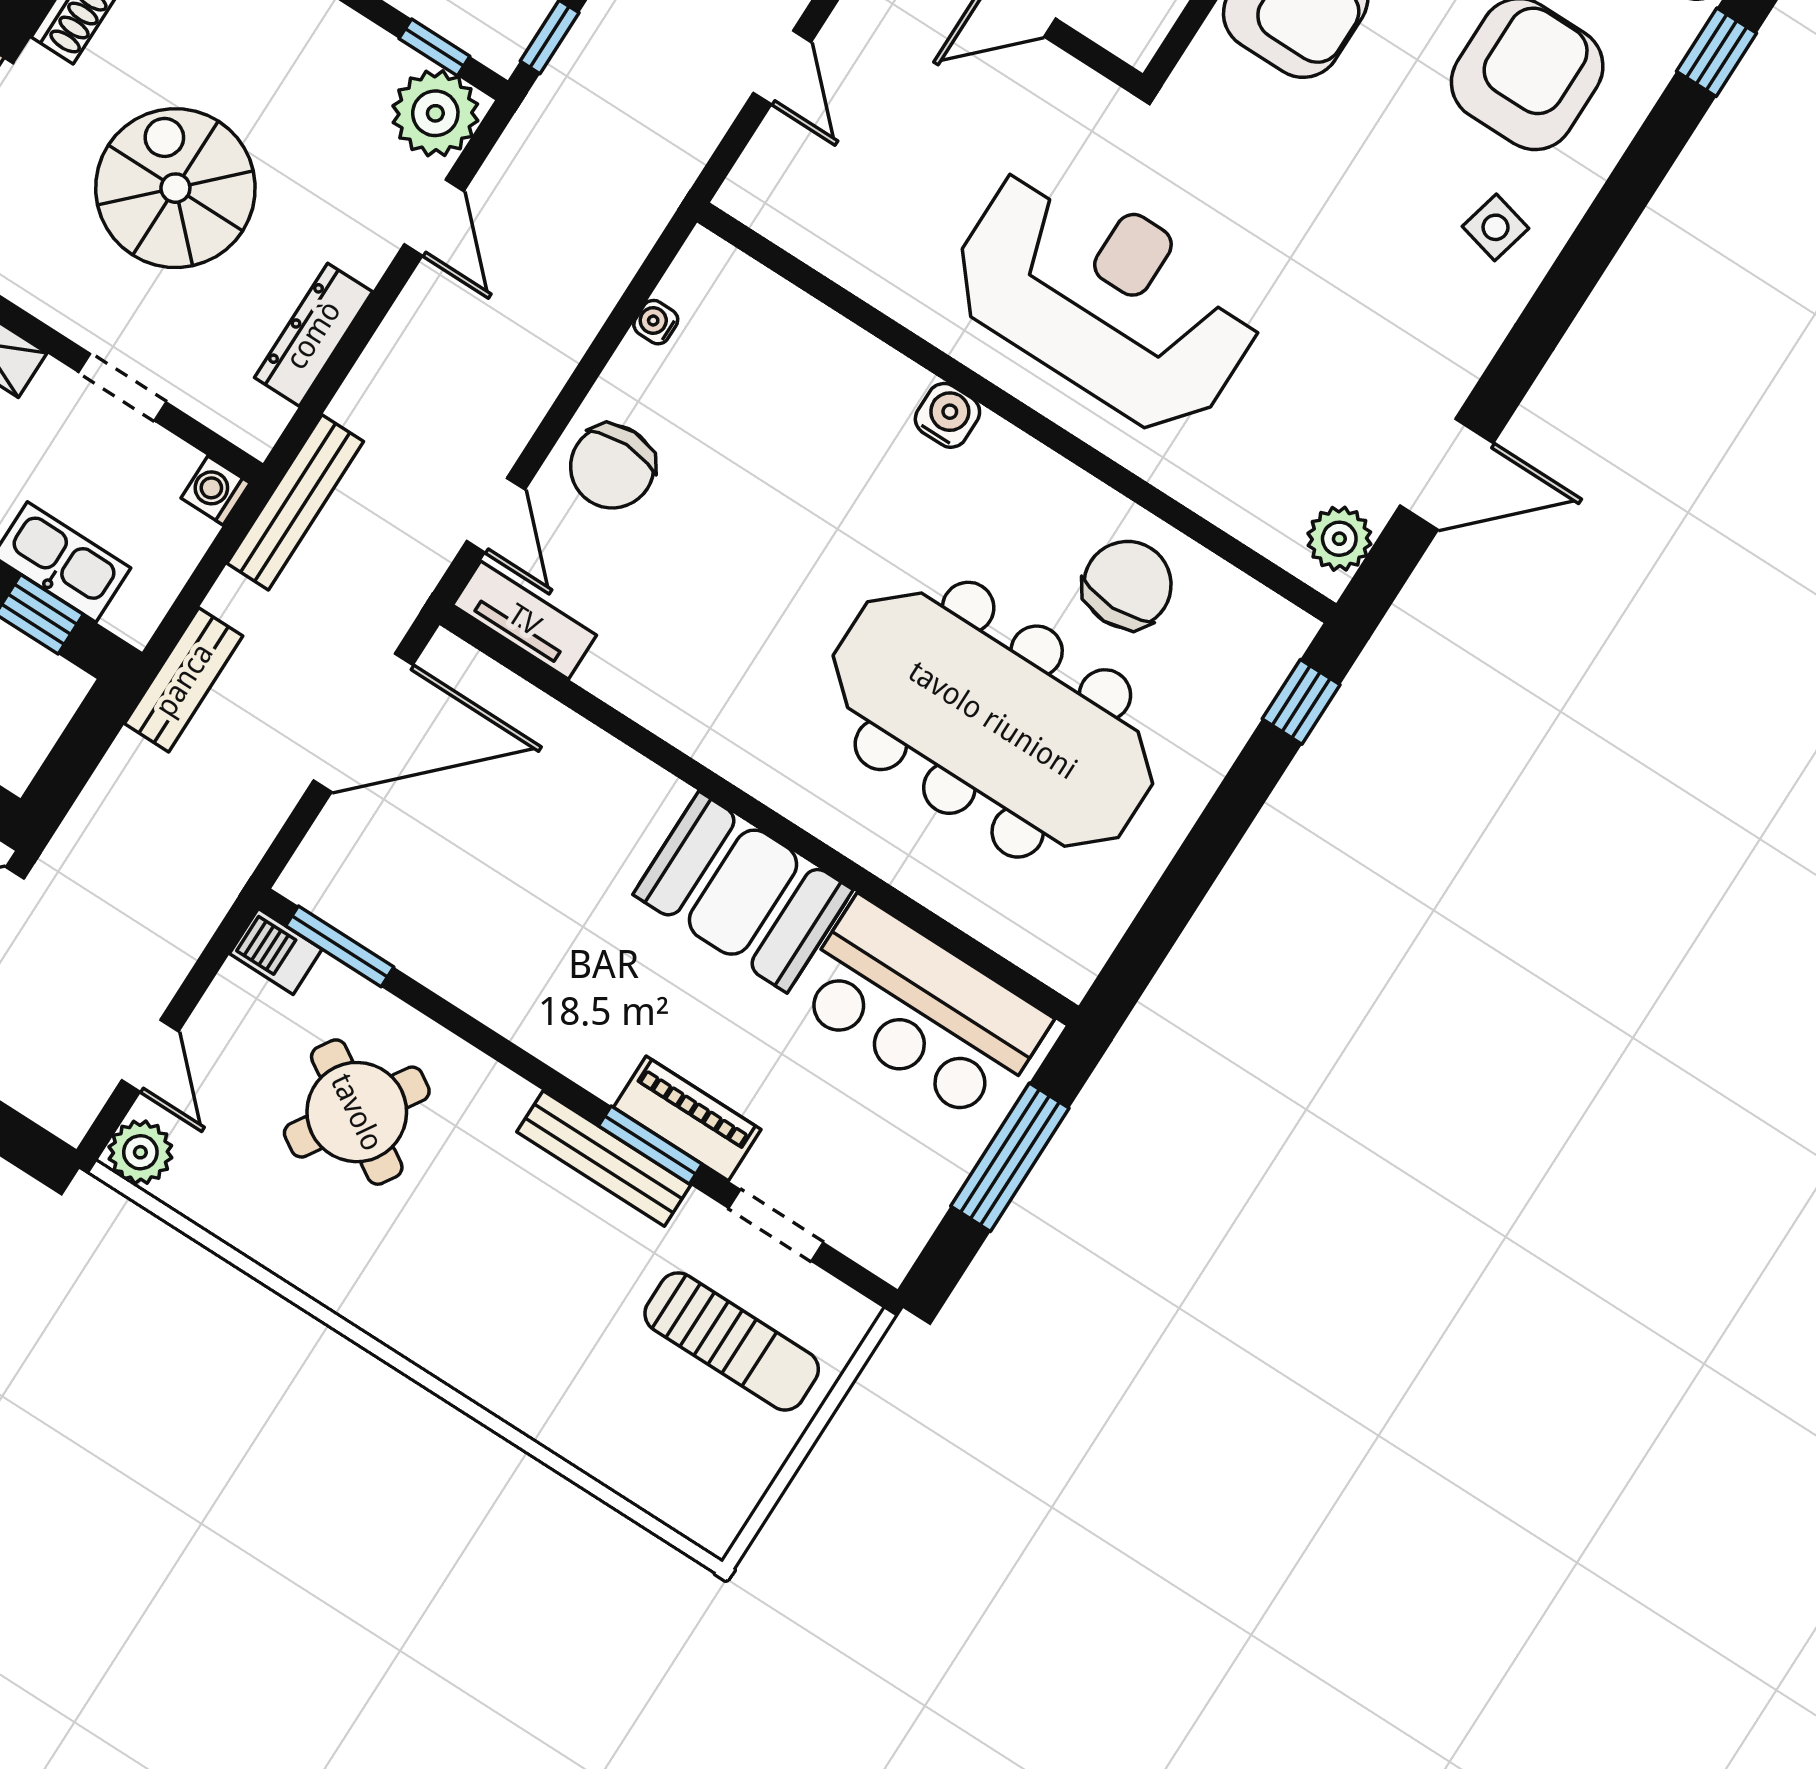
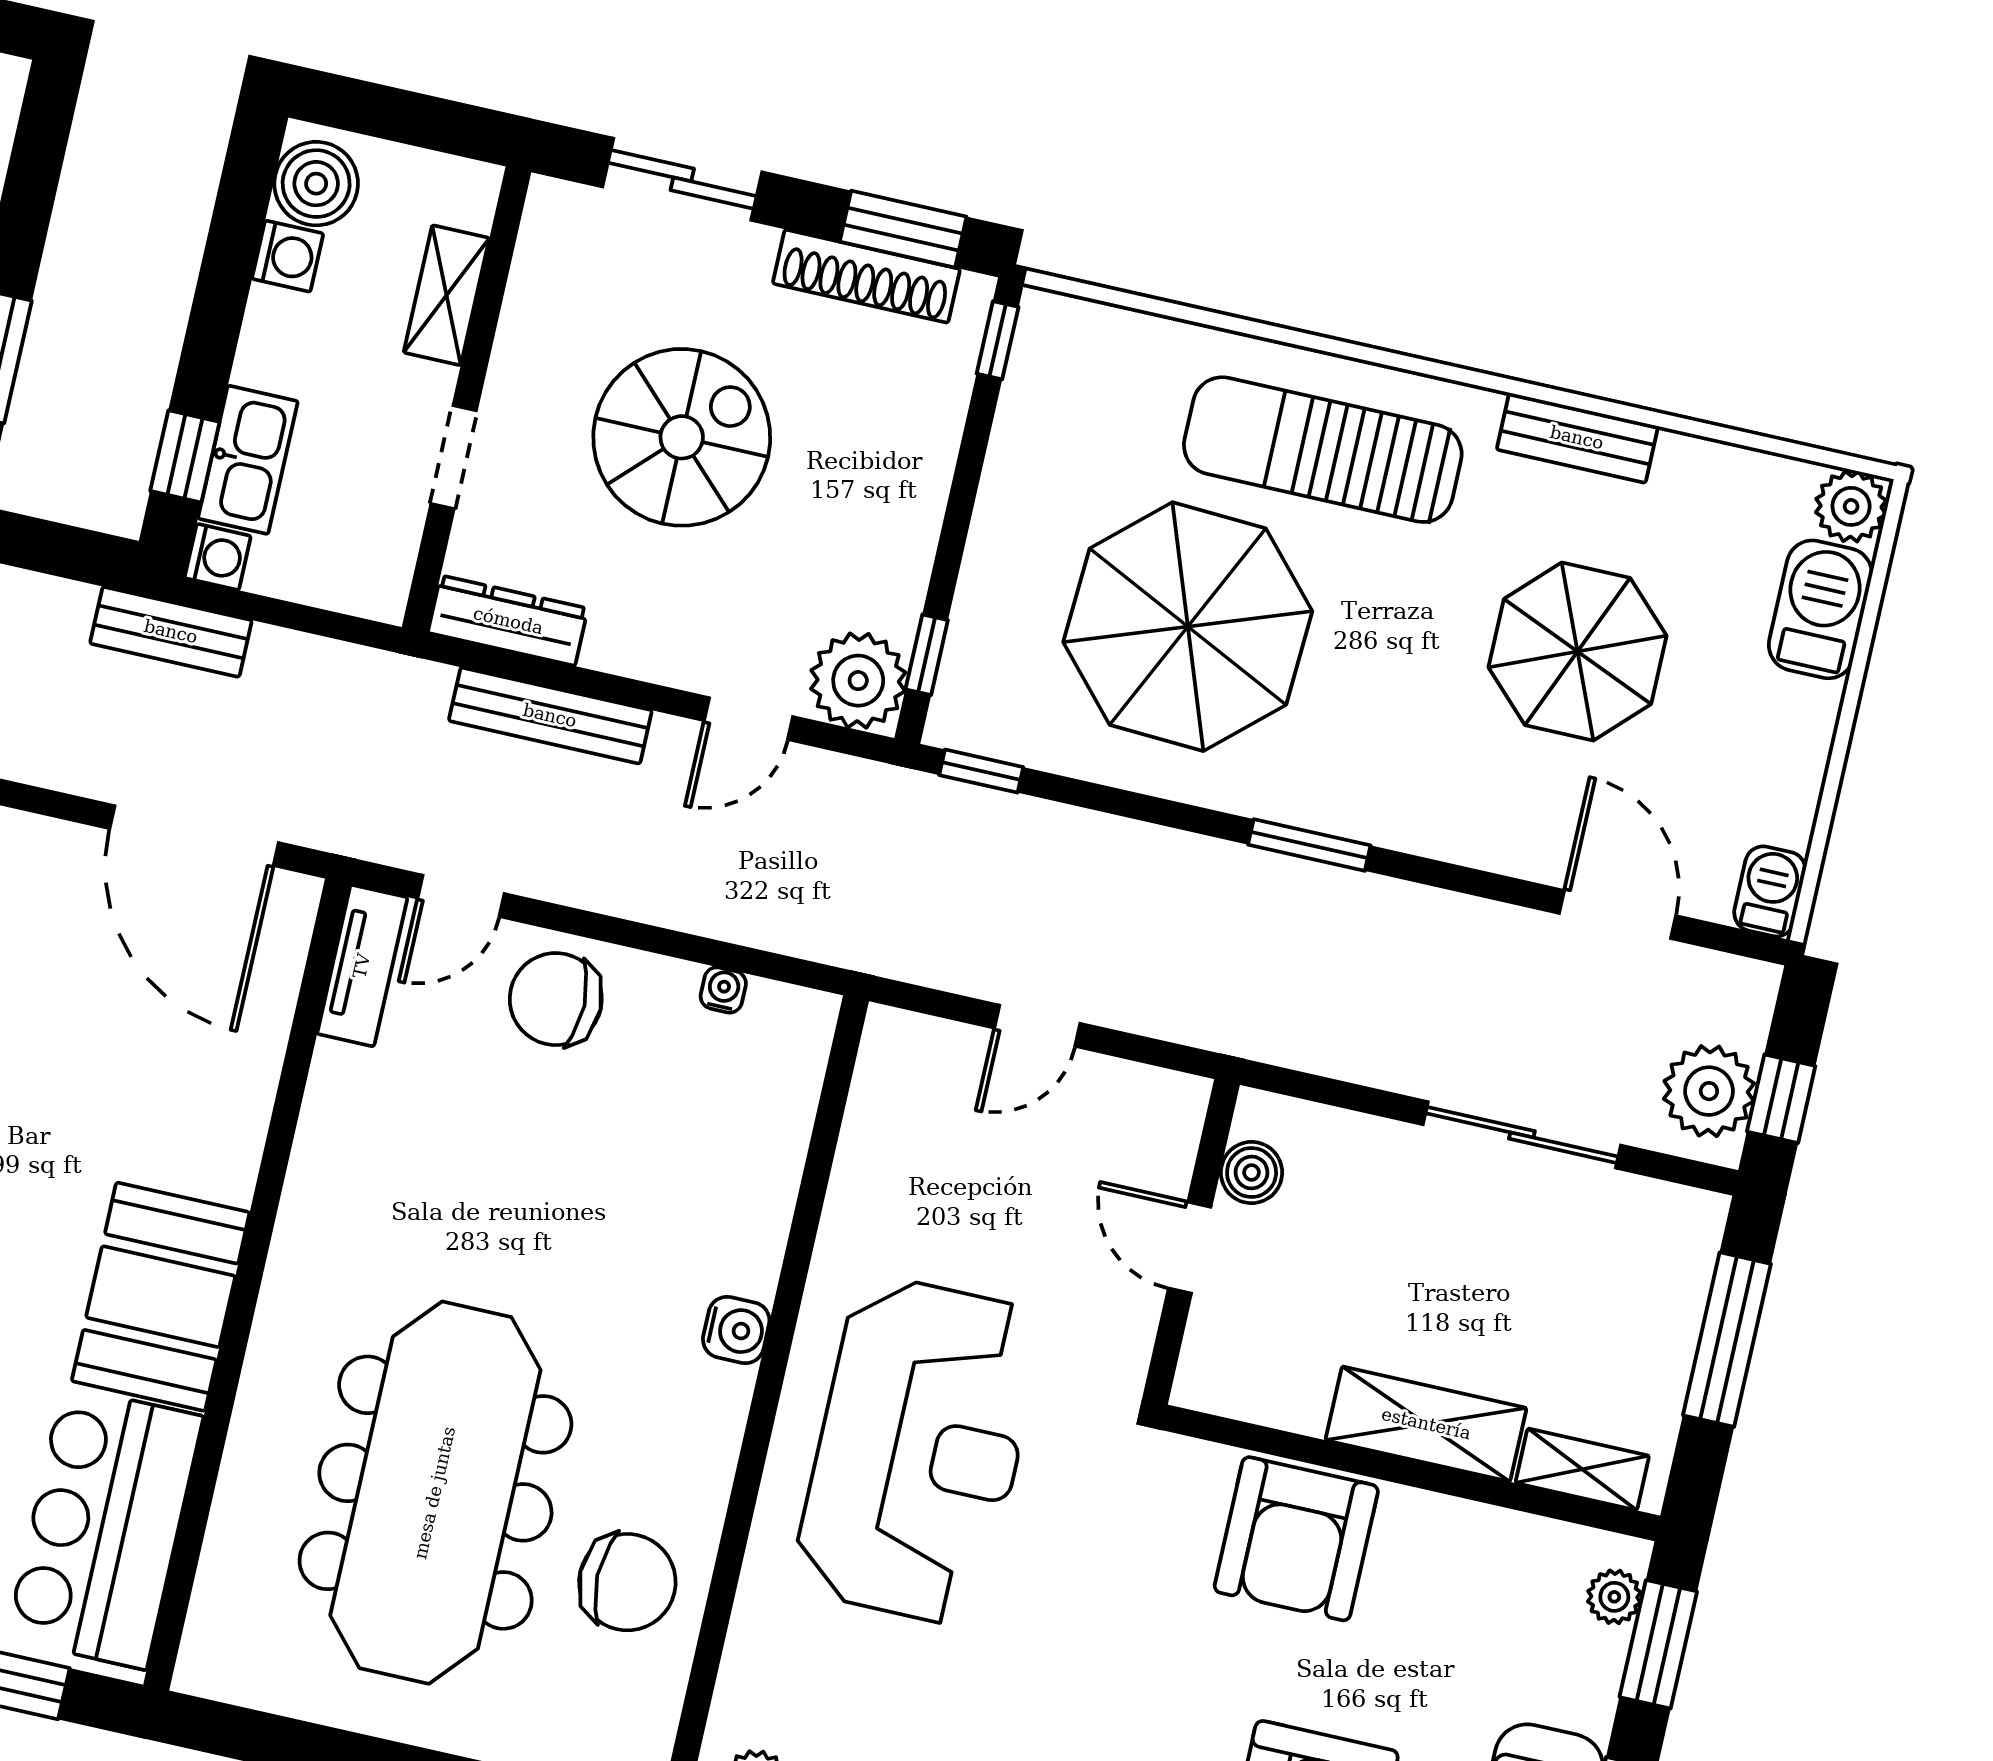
dresser: (313, 335) -> (508, 621), moved
washing machine: (216, 491) -> (218, 557), moved, turned 90
bench: (295, 502) -> (550, 716), moved

